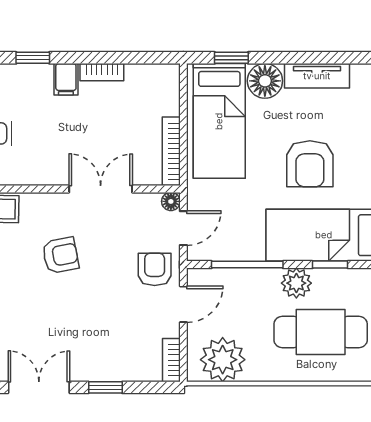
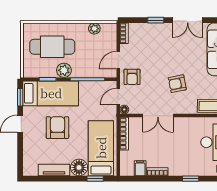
filing cabinet: (66, 79) -> (140, 168), moved
plant: (223, 360) -> (94, 29), width x0.53, depth x0.53

